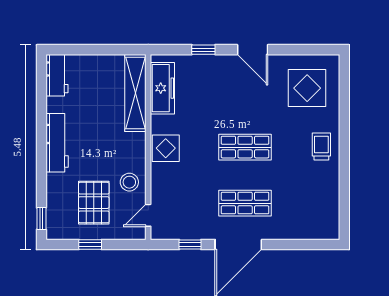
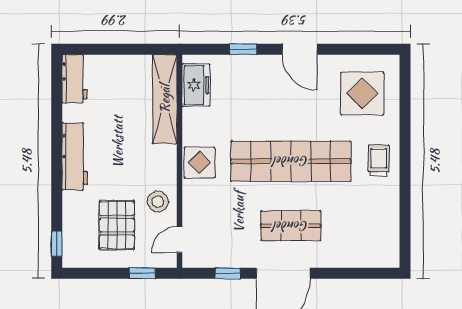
freezer: (162, 88) -> (196, 85), width x0.71
shop shelf: (245, 147) -> (291, 161), width x2.00, depth x1.36
window: (90, 244) -> (142, 273), moved

